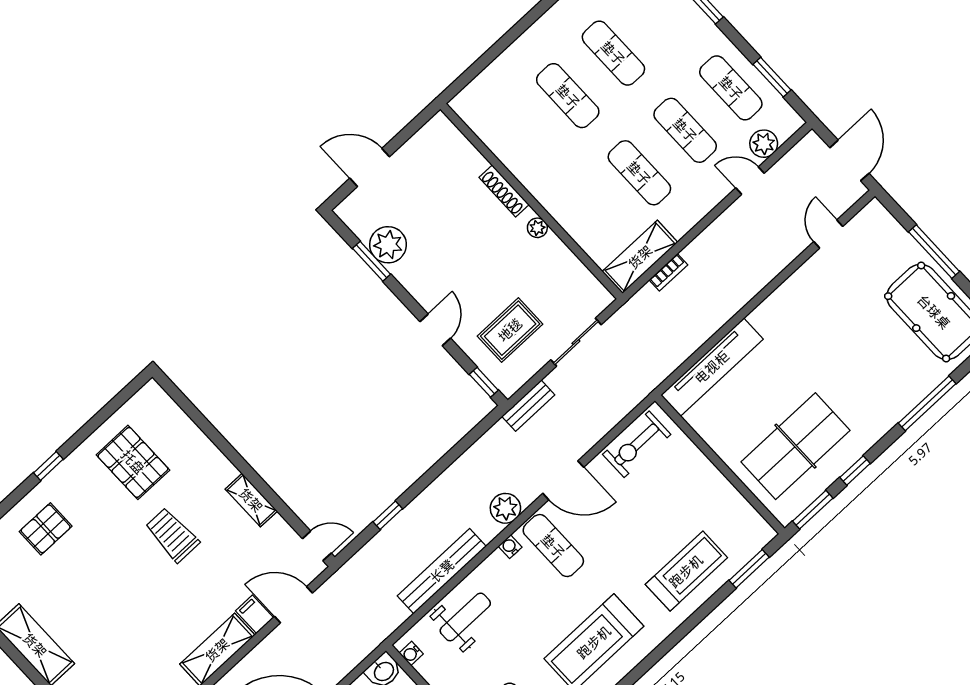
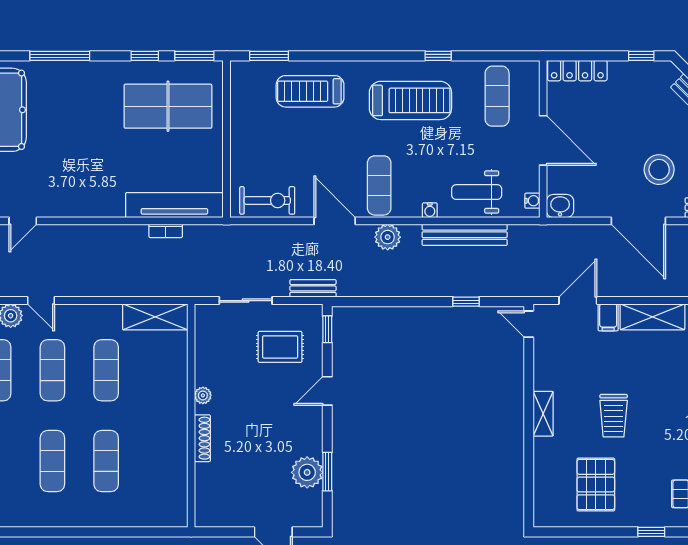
bookcase: (668, 272) -> (166, 231), moved, turned 180
shelving: (251, 500) -> (543, 414), moved
water cooler: (510, 547) -> (430, 210), moved
door: (294, 605) -> (578, 301), swing flipped

